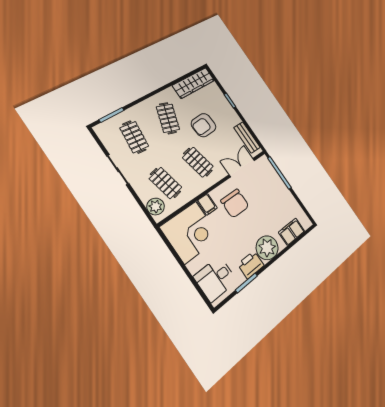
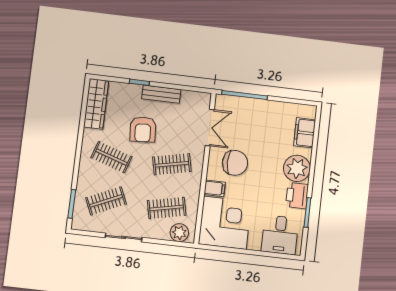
clothes rail: (134, 137) -> (106, 201), turned -30
bench: (247, 138) -> (161, 94), moved
double door: (242, 168) -> (210, 128), swing flipped

